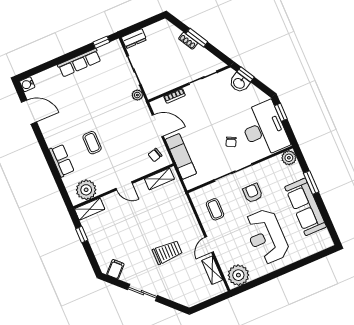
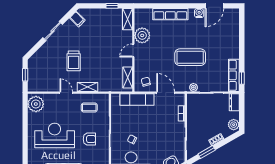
plant: (161, 28) -> (234, 125), added
window: (197, 38) -> (207, 152), moved
row of seats: (79, 63) -> (234, 75), moved
water cooler: (27, 84) -> (199, 13), moved
door: (158, 126) -> (166, 93), swing flipped
coffee table: (92, 143) -> (190, 57), moved, width x1.86, depth x1.72
row of seats: (62, 160) -> (170, 14), width x1.48
plant: (86, 190) -> (142, 35), moved
shelving: (212, 270) -> (88, 87), moved
window: (209, 303) -> (25, 75), added

